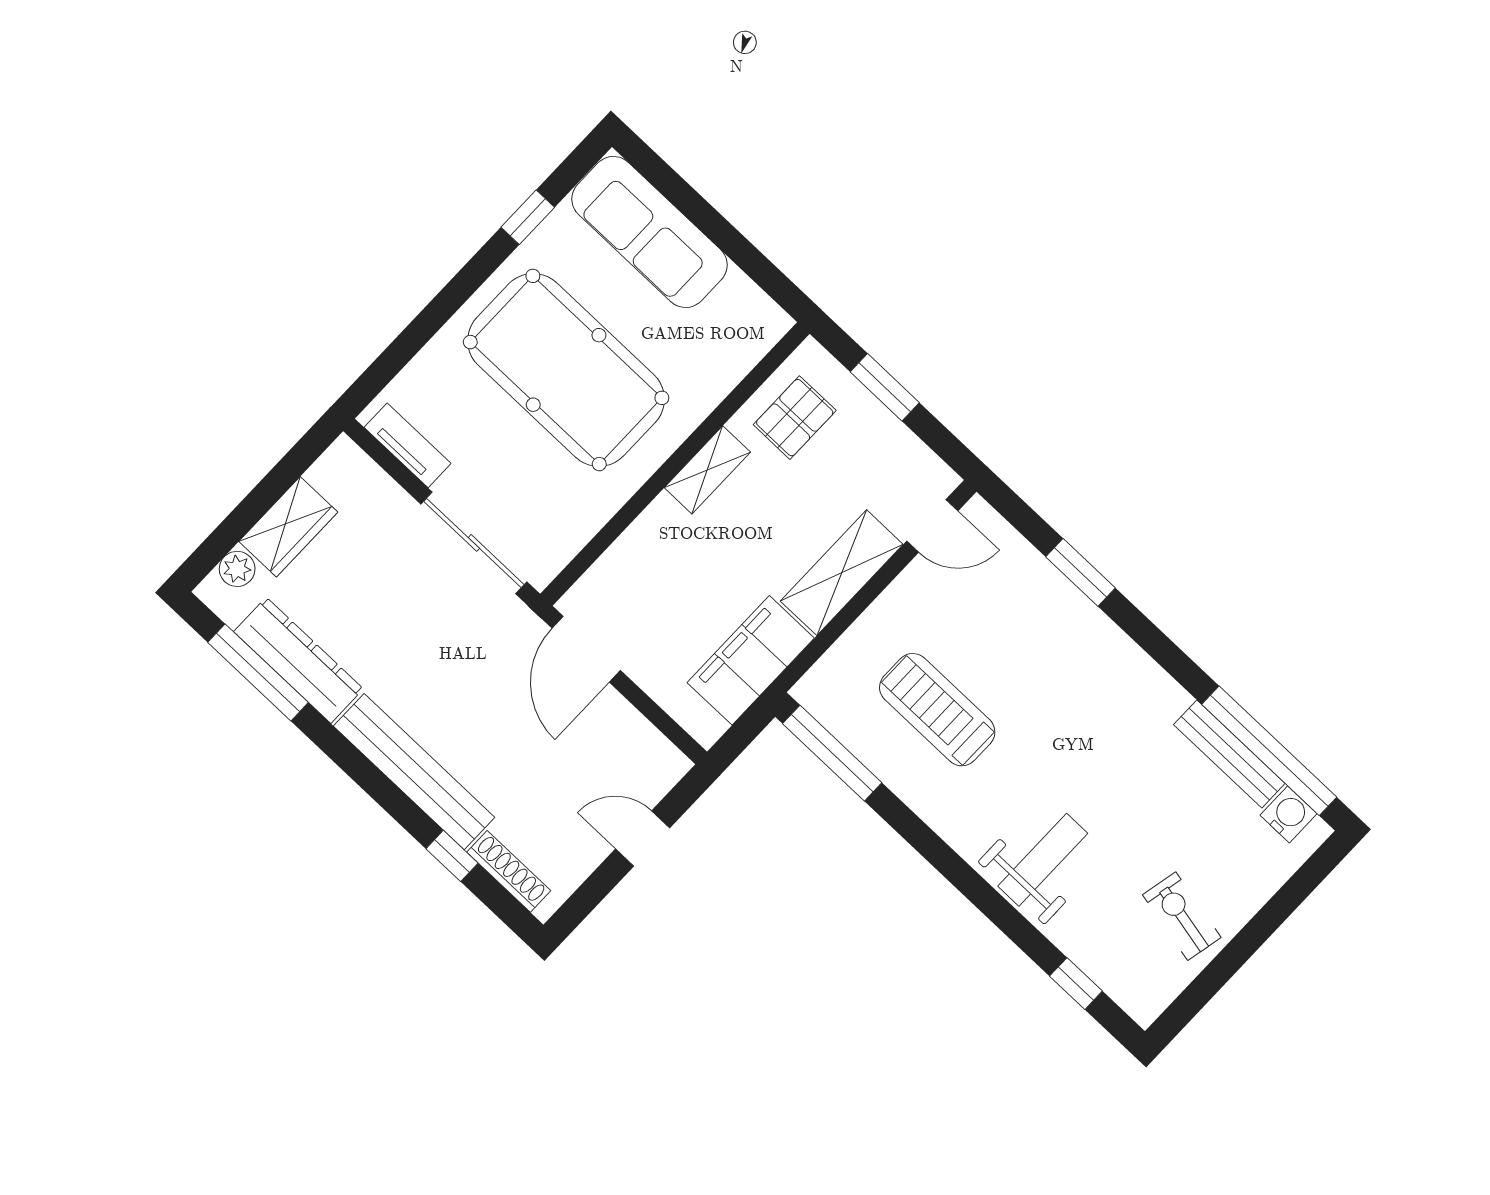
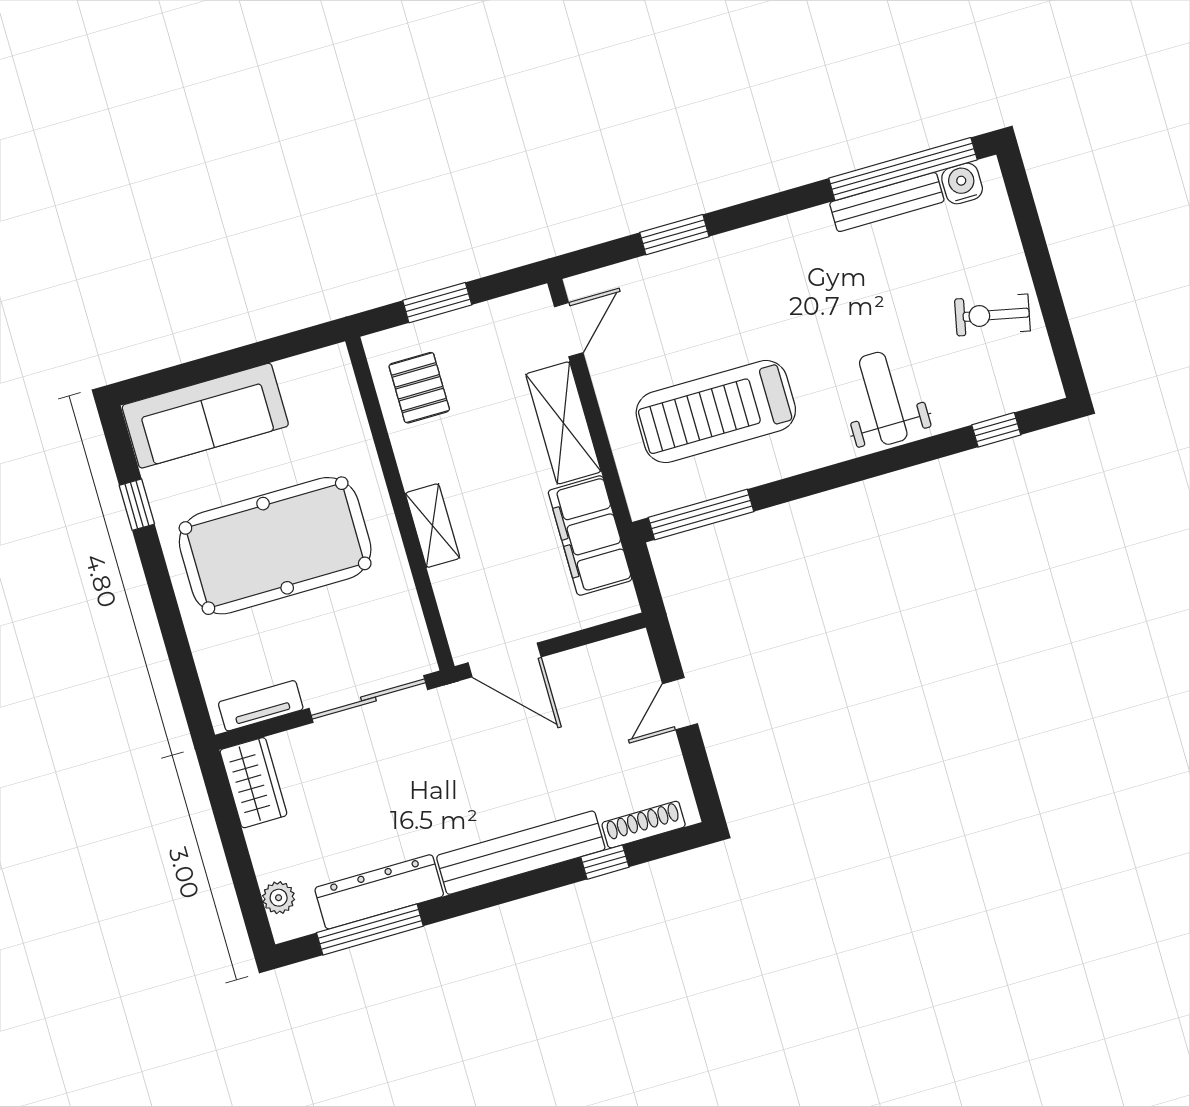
shelving: (707, 470) -> (433, 526), moved
wardrobe: (288, 527) -> (253, 783), moved
treadmill: (937, 710) -> (716, 412), width x1.37, depth x1.38

